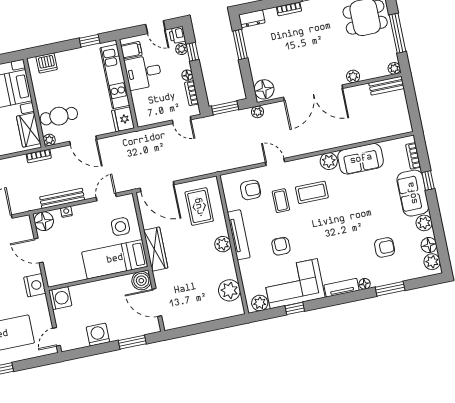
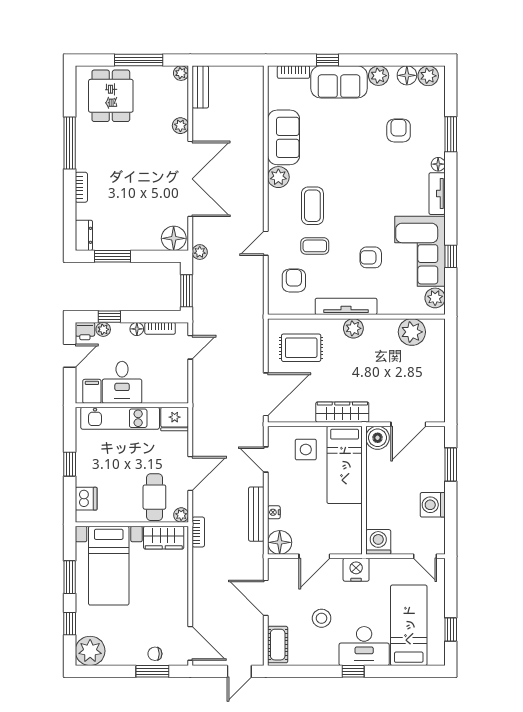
window: (90, 41) -> (70, 464), moved

